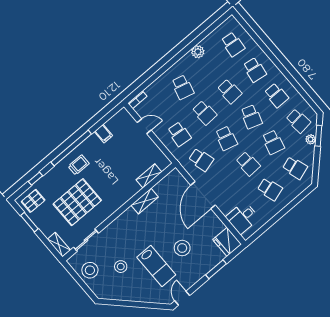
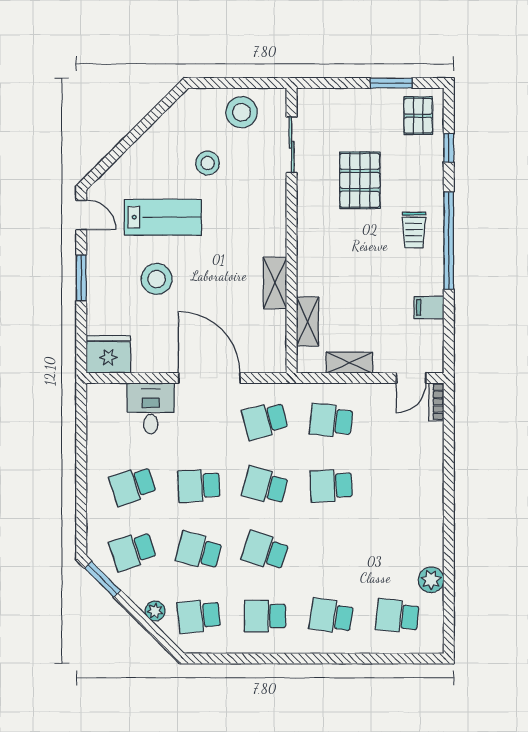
plant: (198, 52) -> (431, 580), moved
school desk: (183, 87) -> (397, 486), removed
school desk: (230, 91) -> (331, 551), removed
door: (144, 126) -> (411, 378), moved
window: (318, 136) -> (103, 579), moved
pallet: (77, 202) -> (360, 180), width x0.73, depth x0.71
desk: (242, 218) -> (151, 408), moved
shelving: (59, 245) -> (349, 363), moved
lab bench: (156, 266) -> (163, 217), turned 180
window: (216, 269) -> (81, 278), moved

